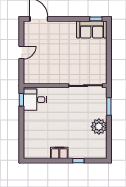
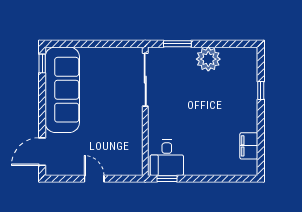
sofa: (92, 30) -> (62, 90), width x1.85, depth x1.27
filing cabinet: (59, 153) -> (249, 146), moved

